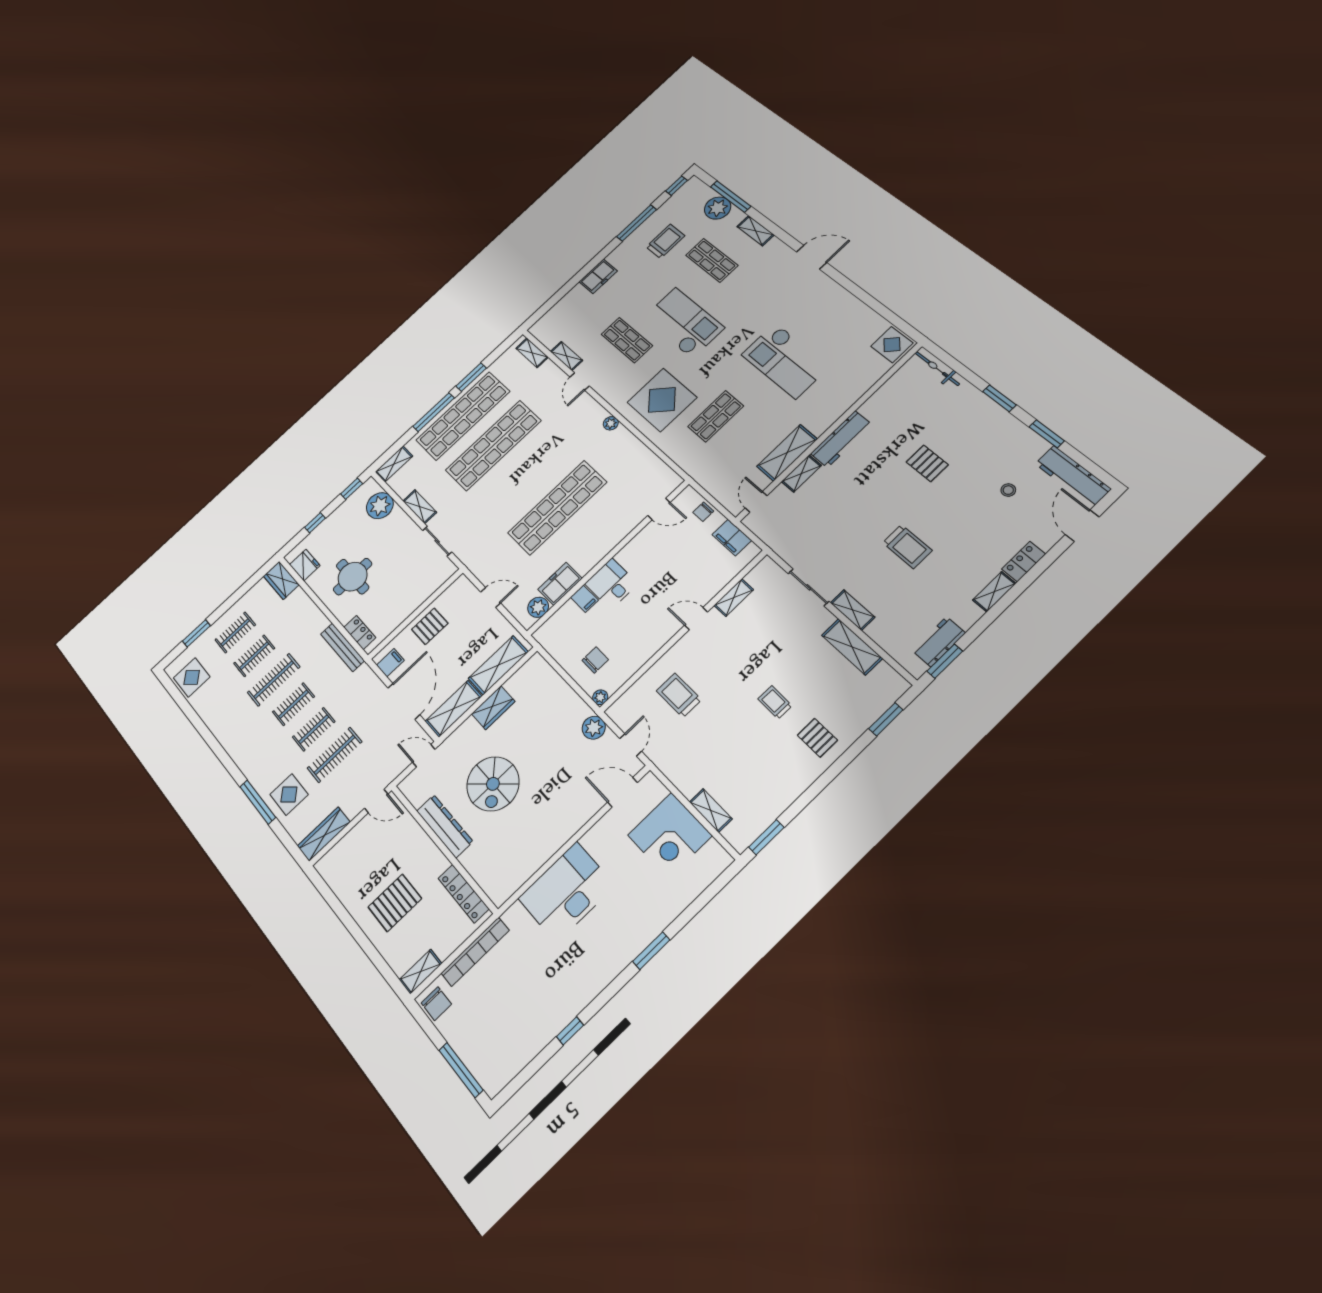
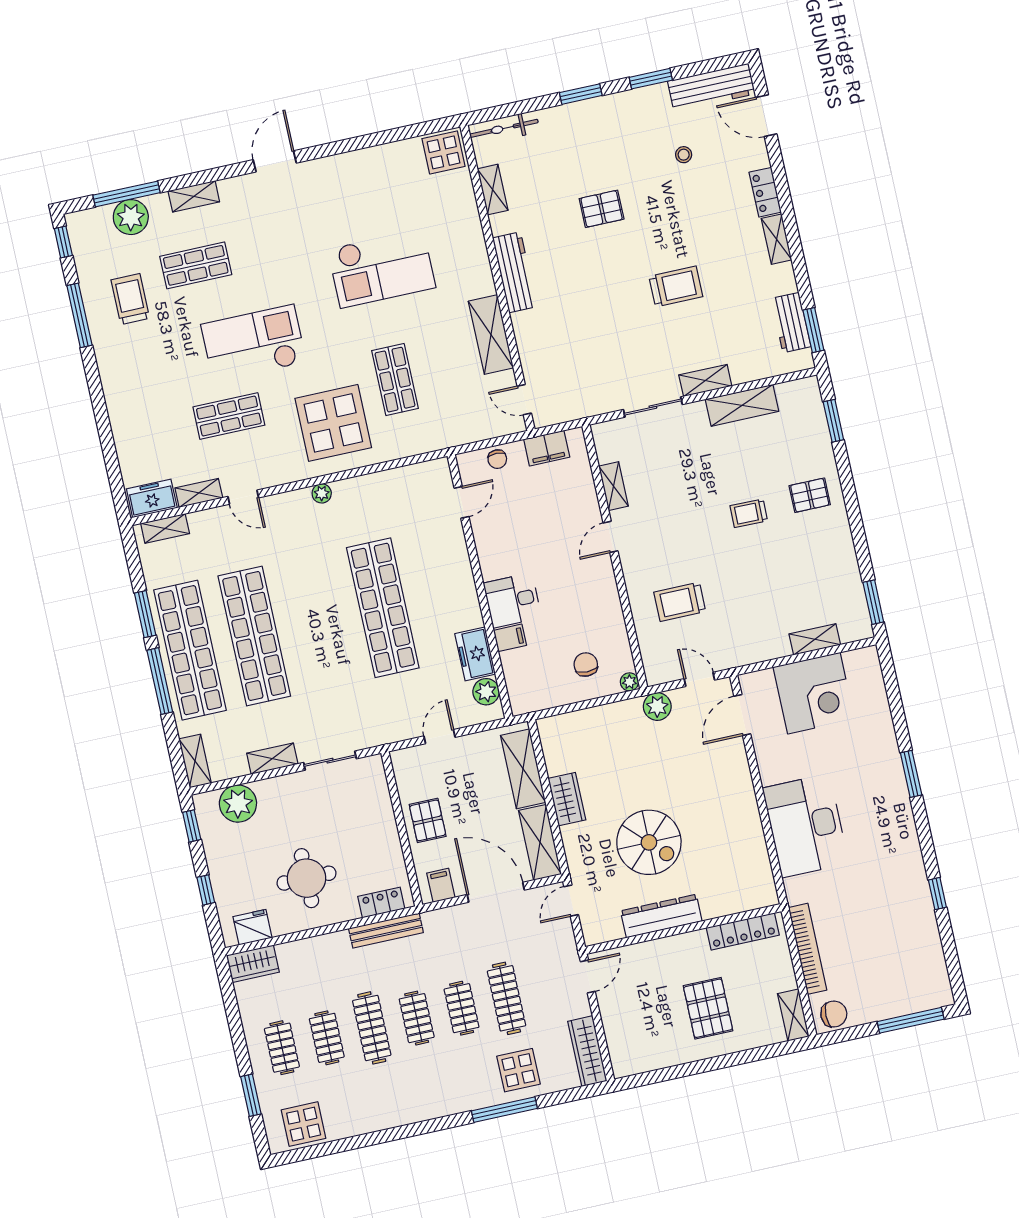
freezer: (598, 276) -> (152, 498), moved, turned -90
shelving: (801, 473) -> (493, 190), moved

